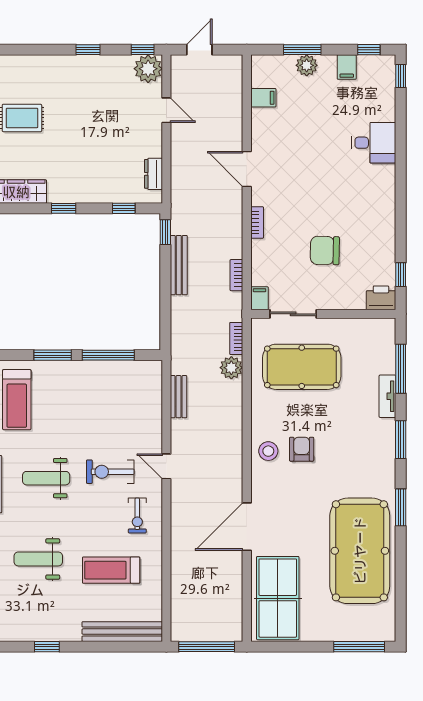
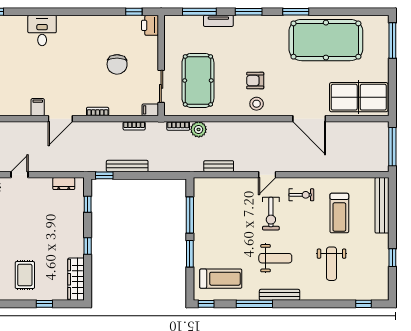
filing cabinet: (263, 98) -> (38, 107), moved
weight bench: (46, 478) -> (275, 258), turned -90

